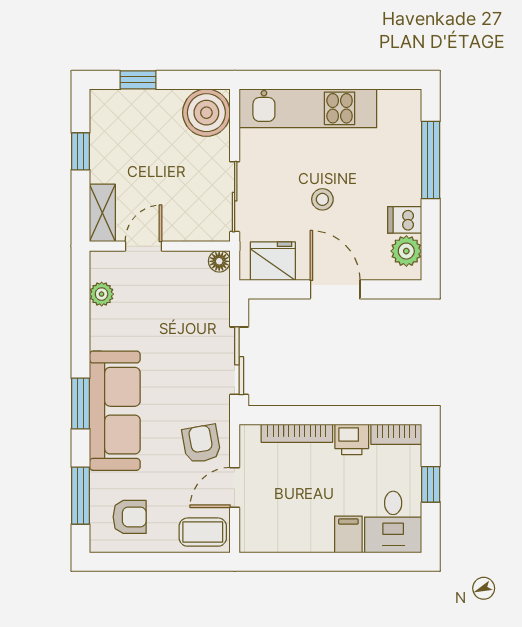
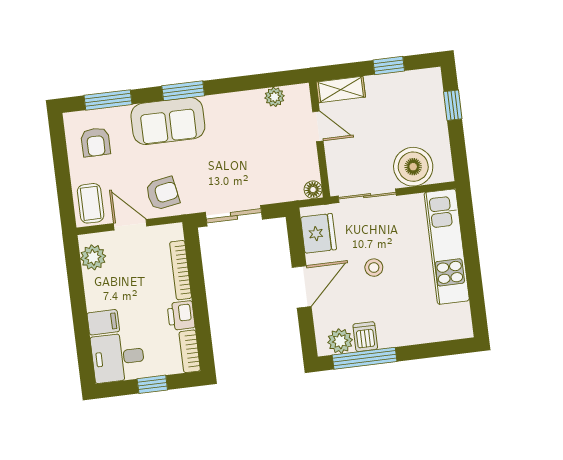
boiler: (206, 113) -> (413, 167), moved
window: (431, 160) -> (365, 358), moved
sofa: (115, 411) -> (168, 121), width x0.73
plant: (268, 537) -> (93, 257), added

